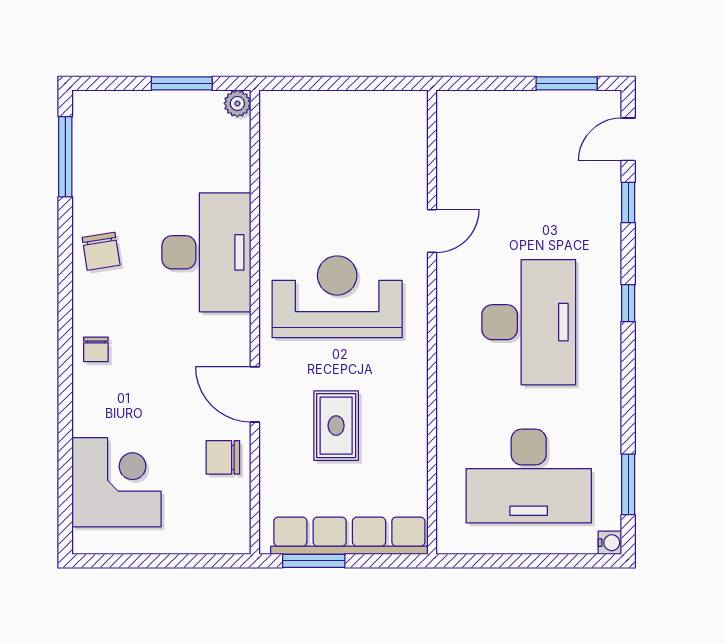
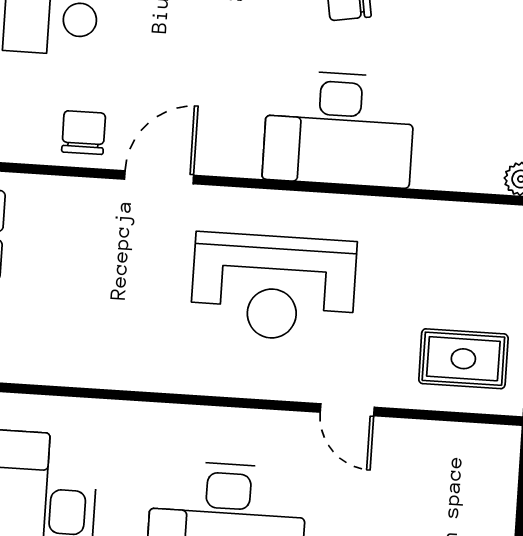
reception desk: (337, 297) -> (273, 287), turned 90
rug: (336, 426) -> (463, 359), moved

